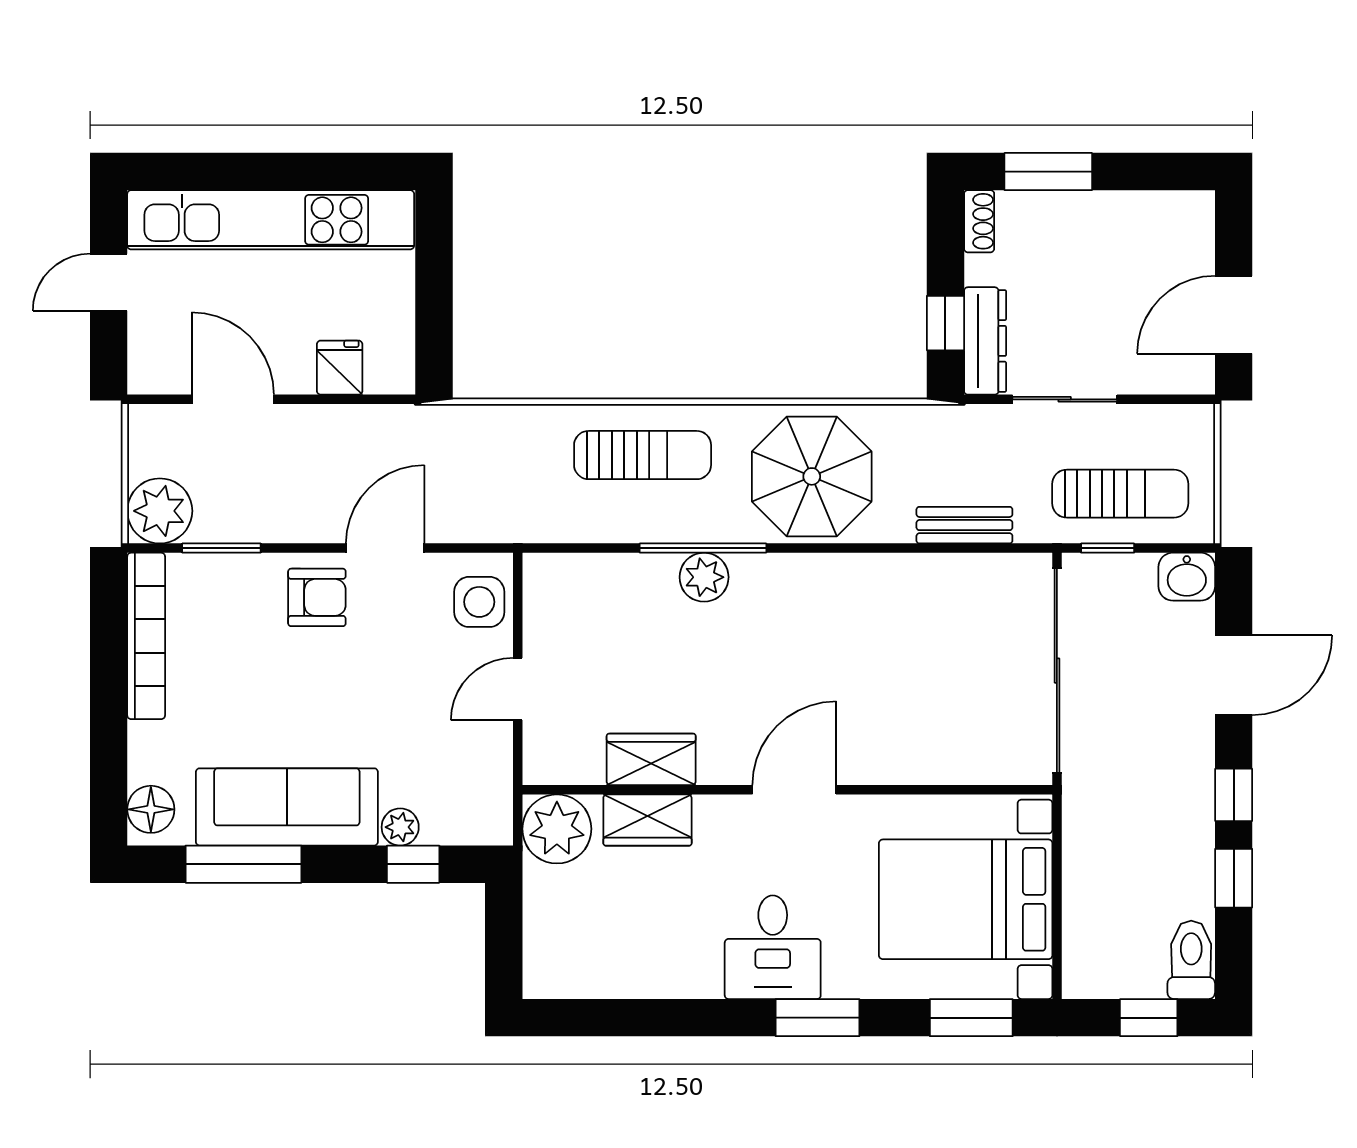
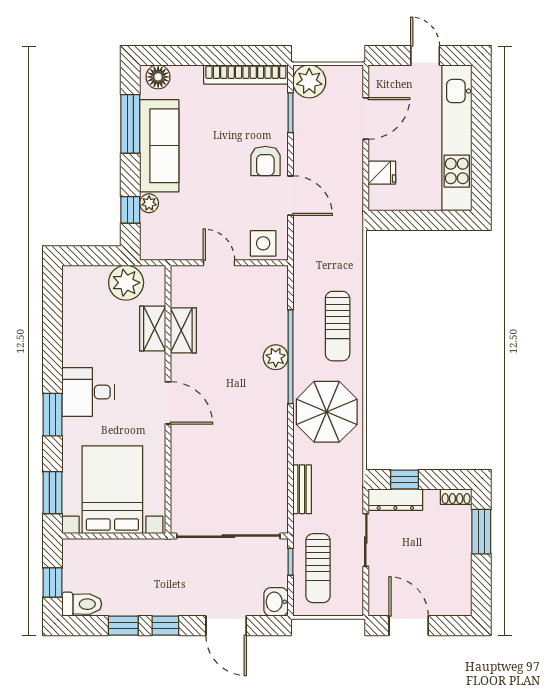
window: (703, 548) -> (290, 357), width x1.46
plant: (557, 829) -> (126, 283), moved

